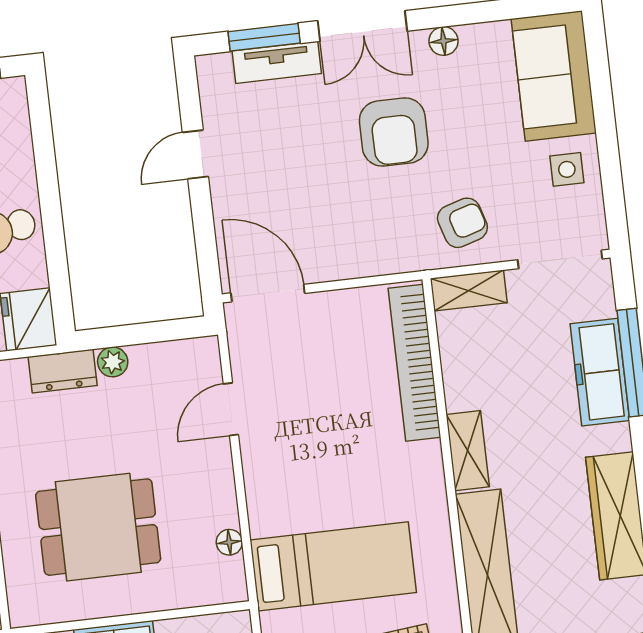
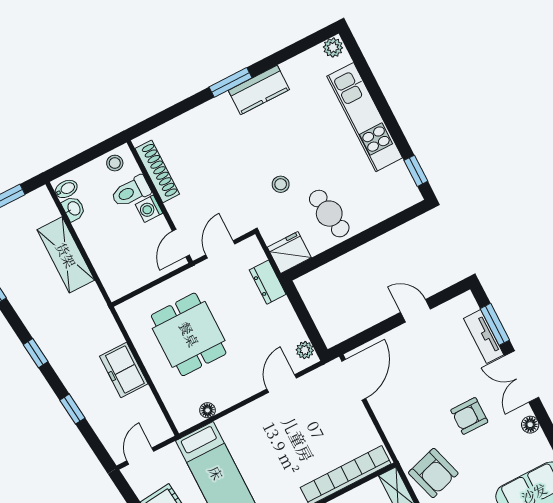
armchair: (394, 132) -> (469, 416), width x0.72, depth x0.72
armchair: (462, 223) -> (433, 473), width x1.38, depth x1.38
plant: (113, 362) -> (305, 350), moved
door: (231, 409) -> (282, 383), hinge flipped

